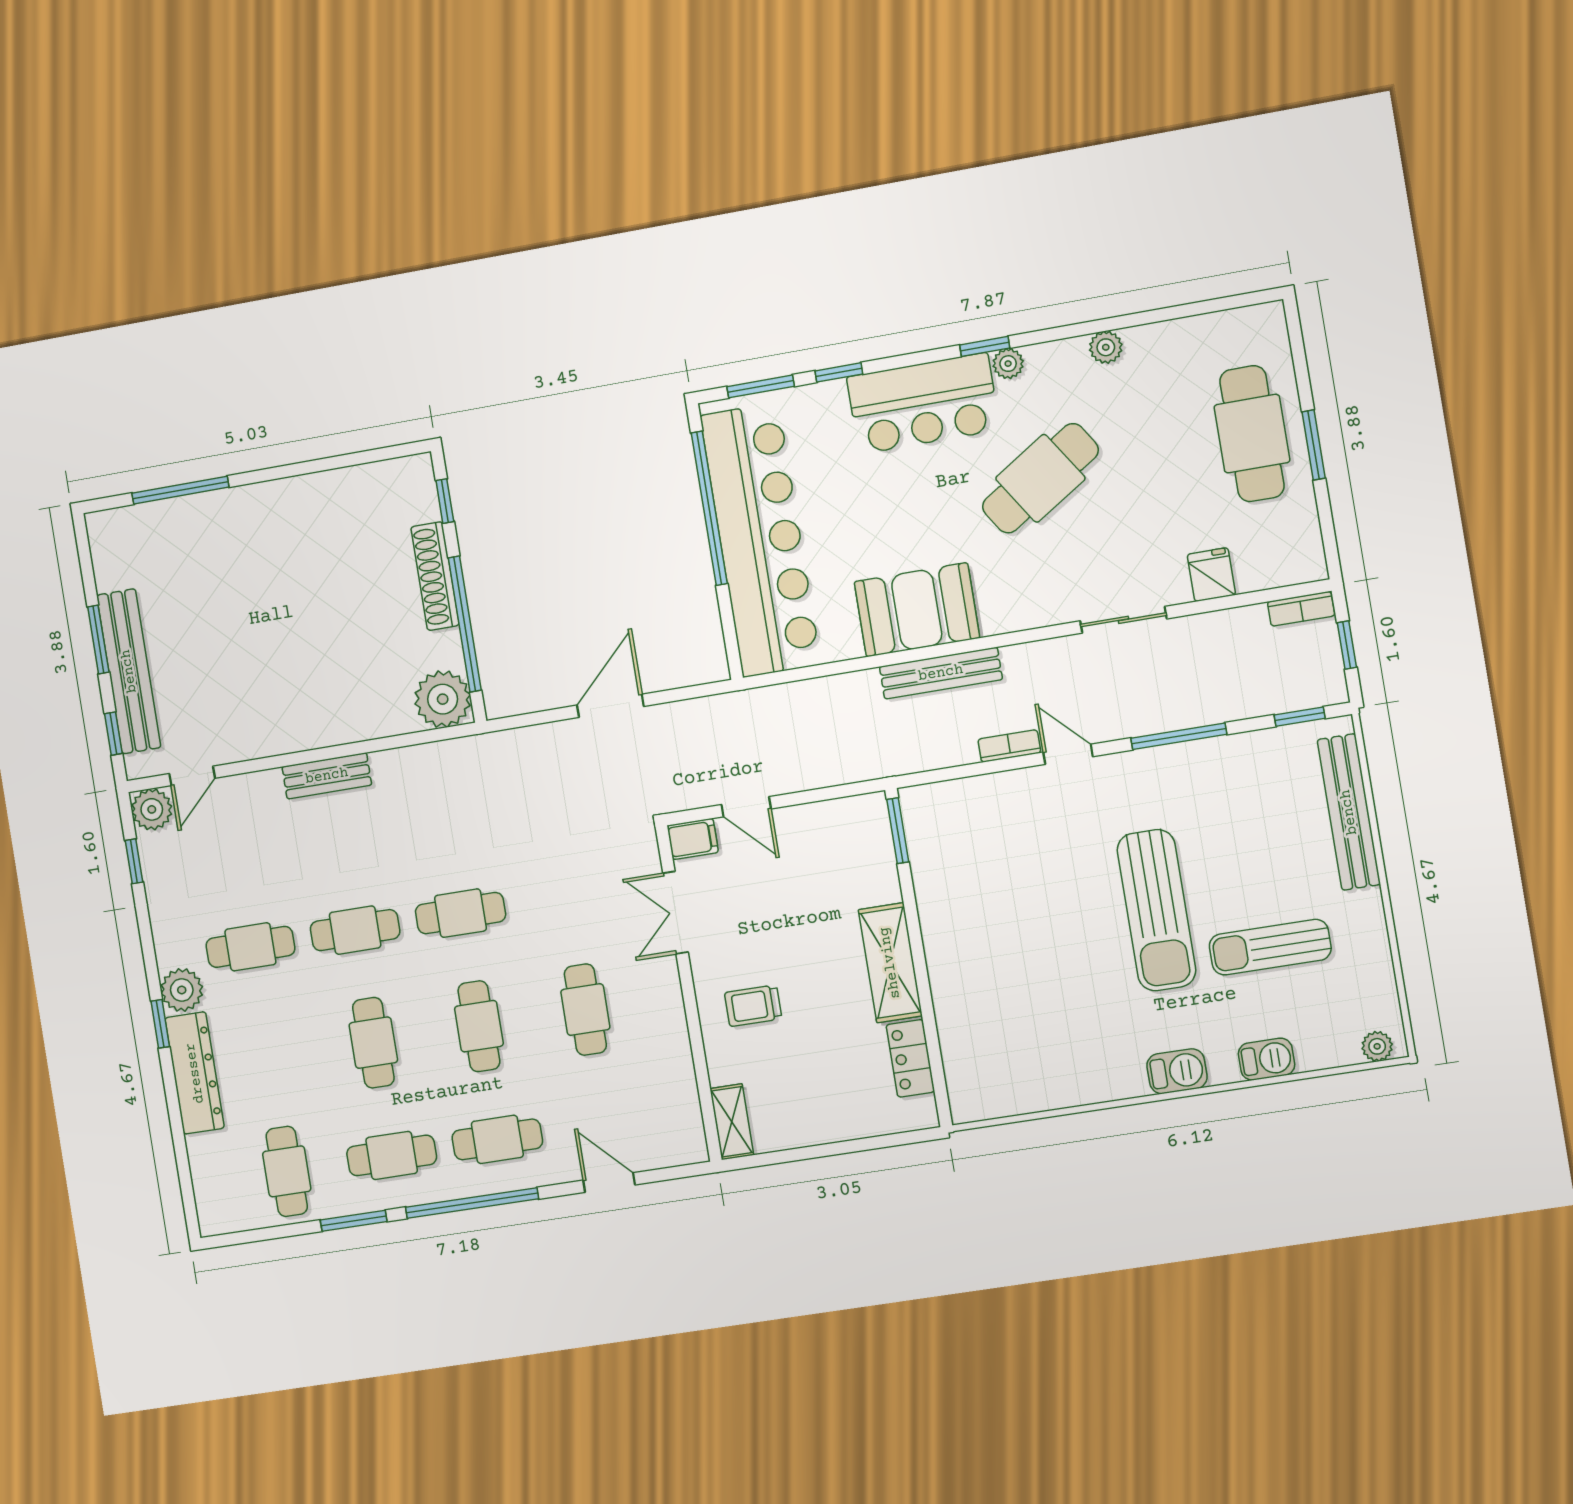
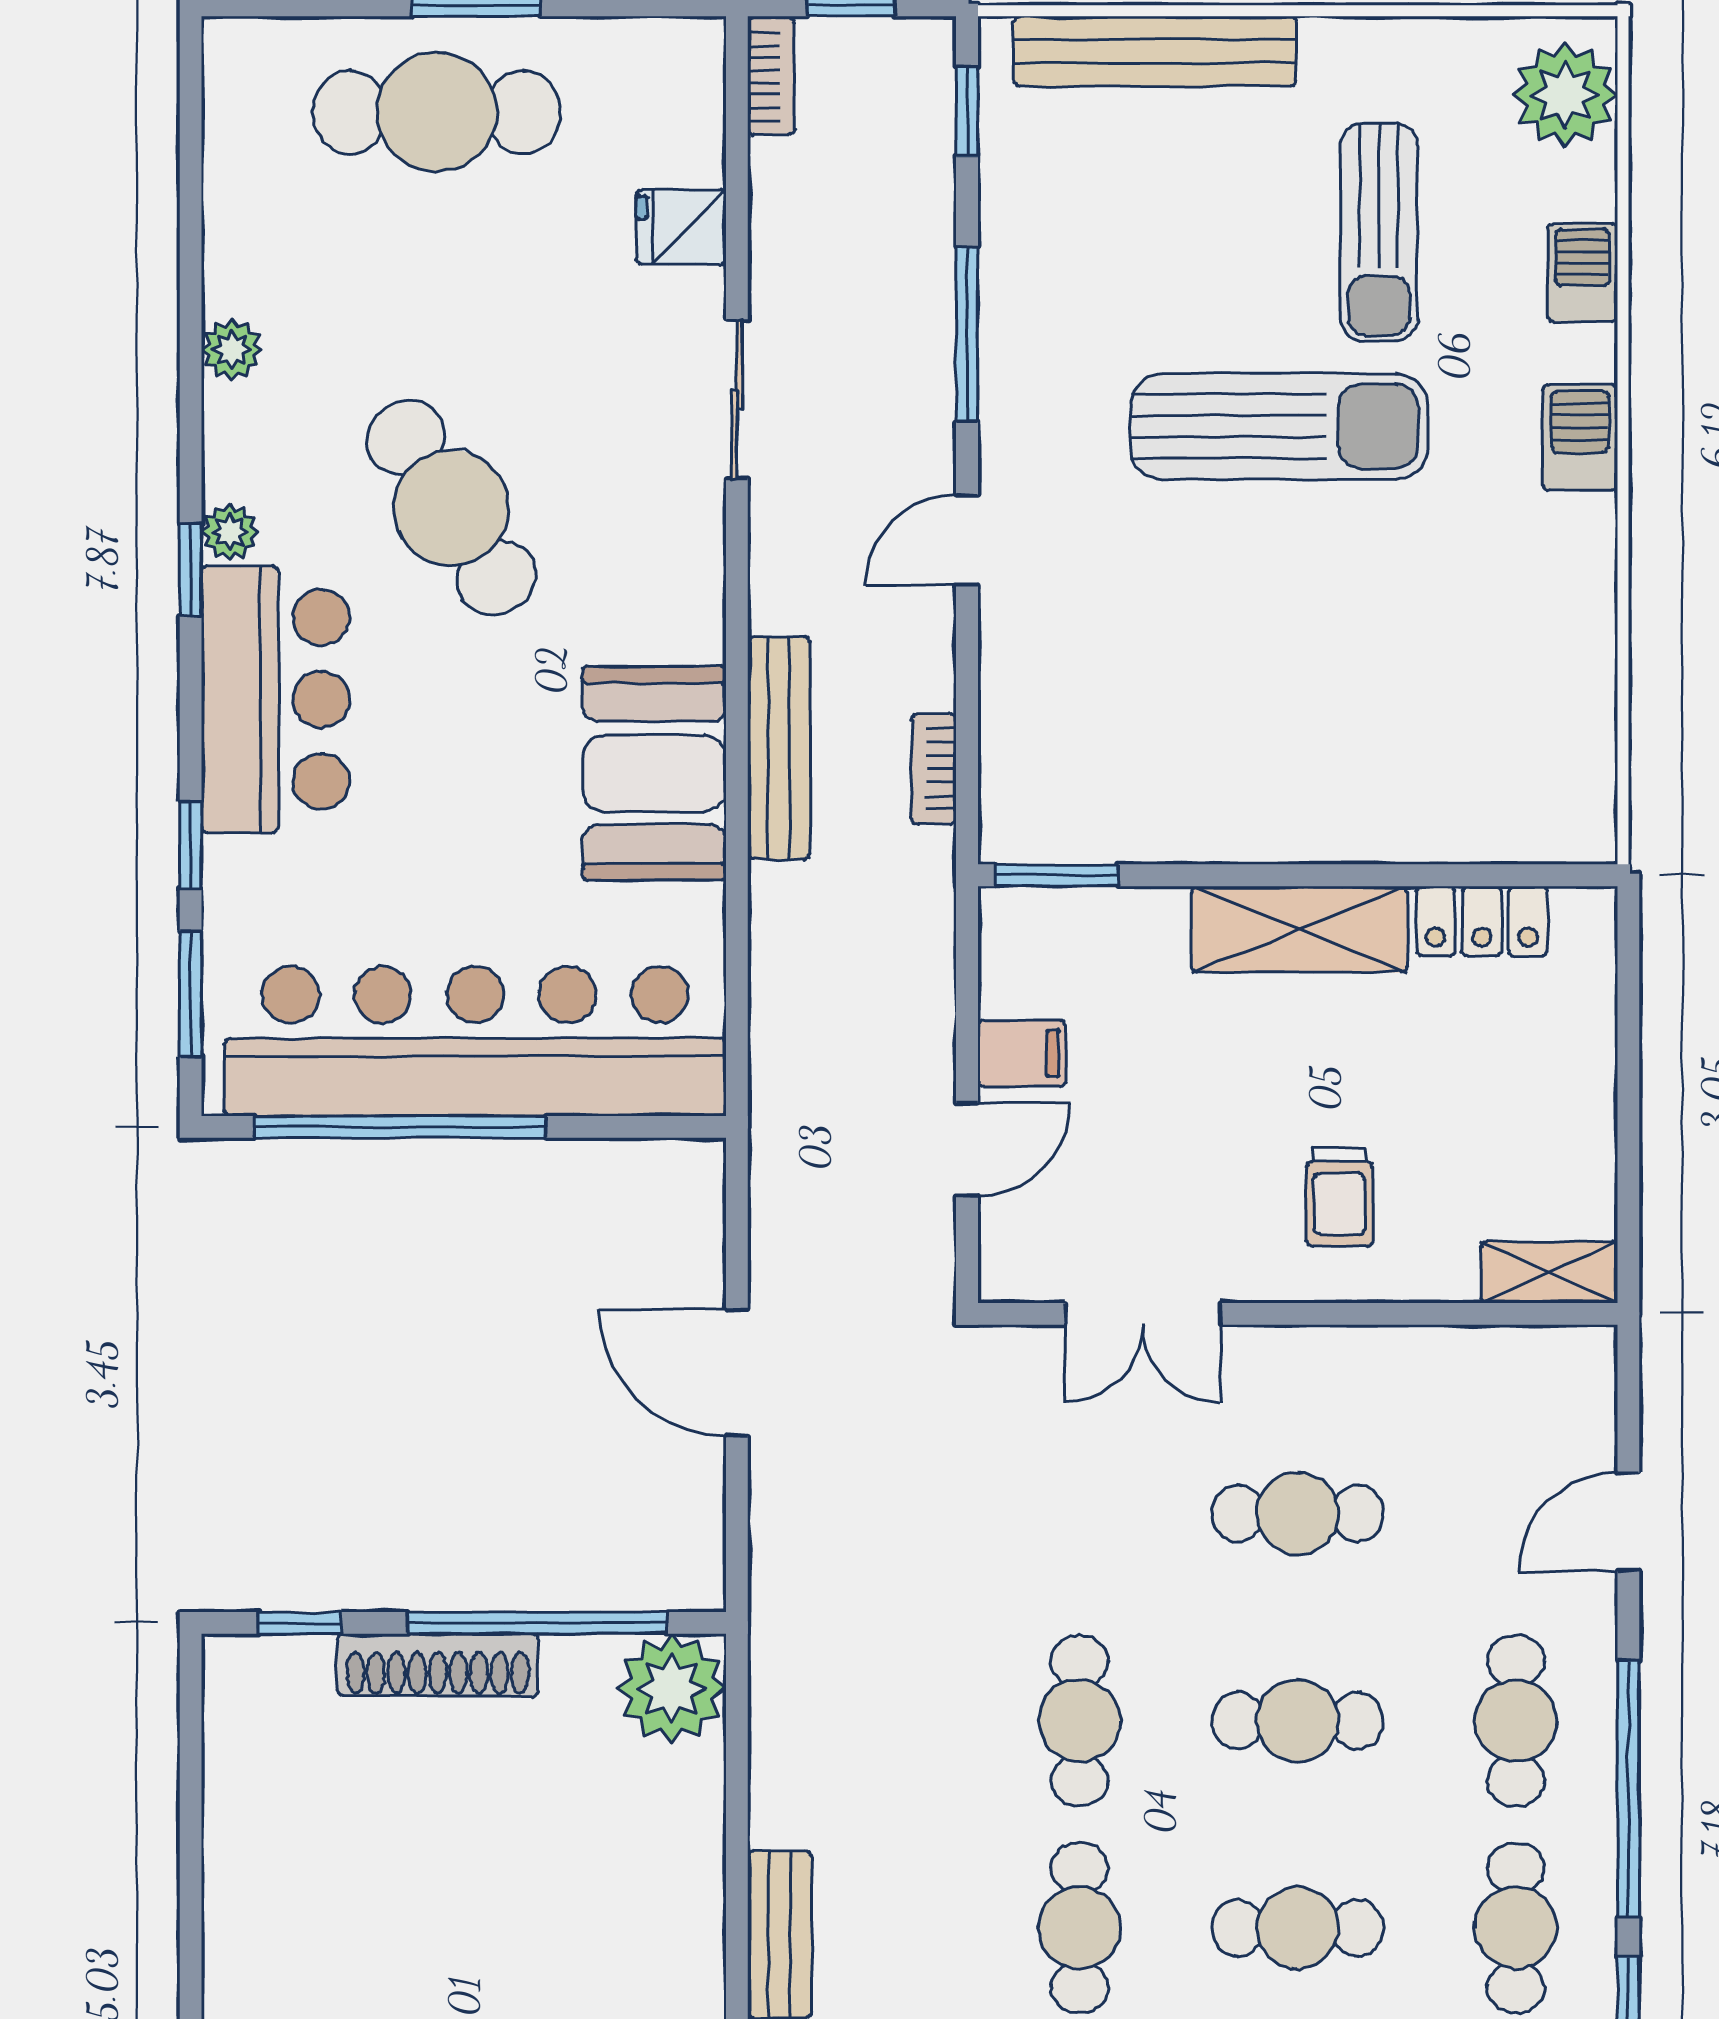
bookcase: (1009, 746) -> (934, 769), moved
filing cabinet: (693, 839) -> (1022, 1053), moved, turned 90
plant: (1377, 1046) -> (1565, 95), width x1.88, depth x1.88

